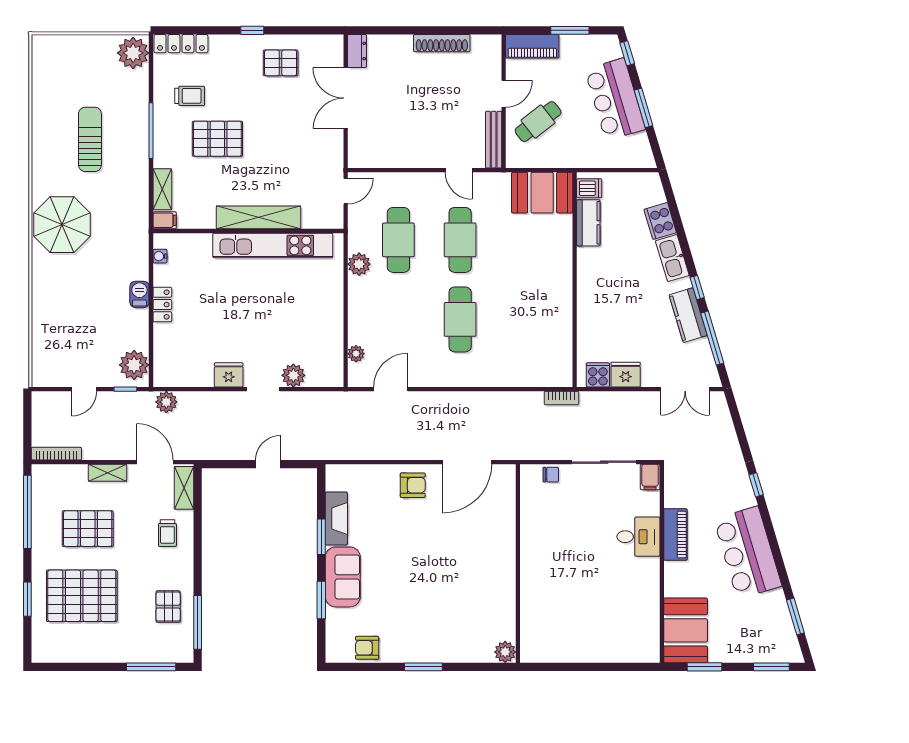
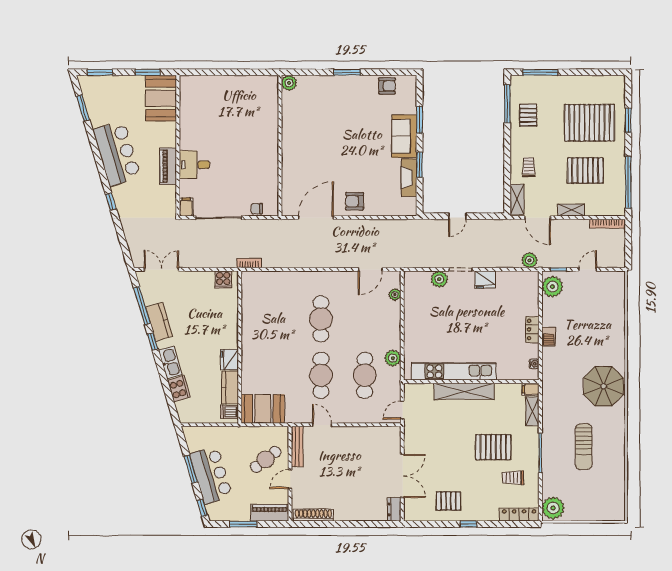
shoe rack: (442, 43) -> (313, 515), moved
fridge: (626, 375) -> (229, 359), moved, turned 90

